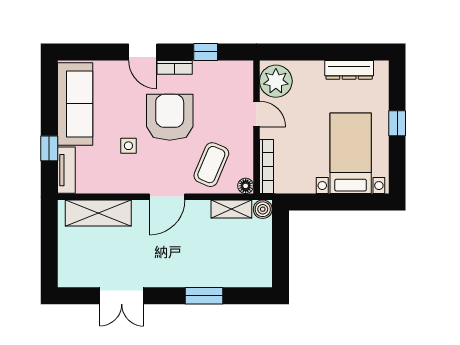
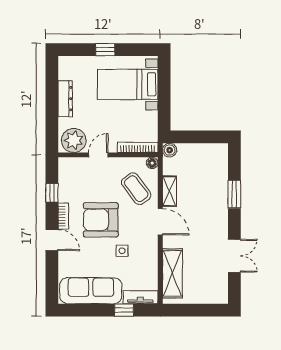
door: (143, 52) -> (52, 240), hinge flipped
dresser: (349, 70) -> (65, 99), moved
coffee table: (211, 165) -> (136, 189), turned 30
shelving: (231, 209) -> (169, 191), moved

